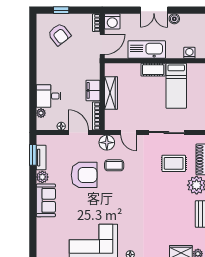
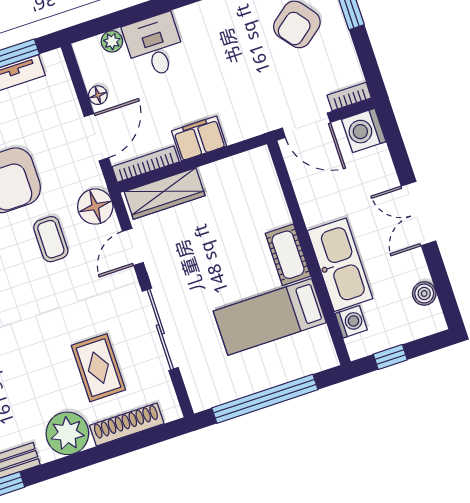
boiler: (174, 19) -> (424, 294), moved
kitchen sink: (147, 50) -> (340, 265), moved
wardrobe: (111, 93) -> (165, 194), moved

